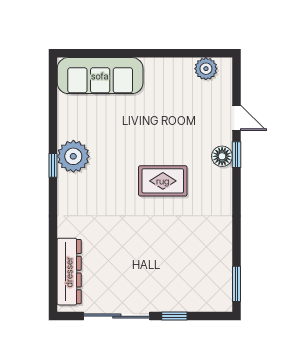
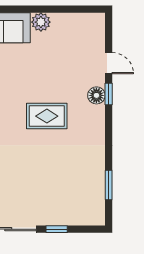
plant: (206, 69) -> (41, 22), moved
window: (236, 284) -> (109, 185), moved

